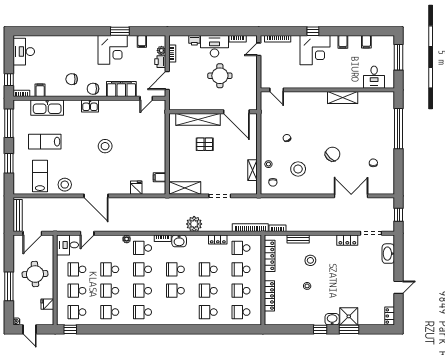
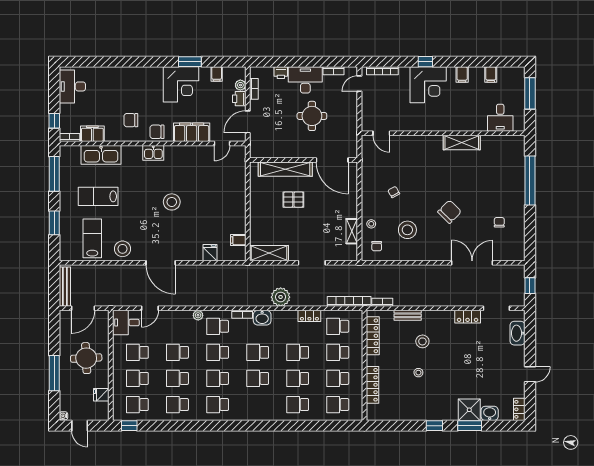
filing cabinet: (40, 90) -> (92, 134), width x2.00
washbasin: (332, 319) -> (490, 413), moved

